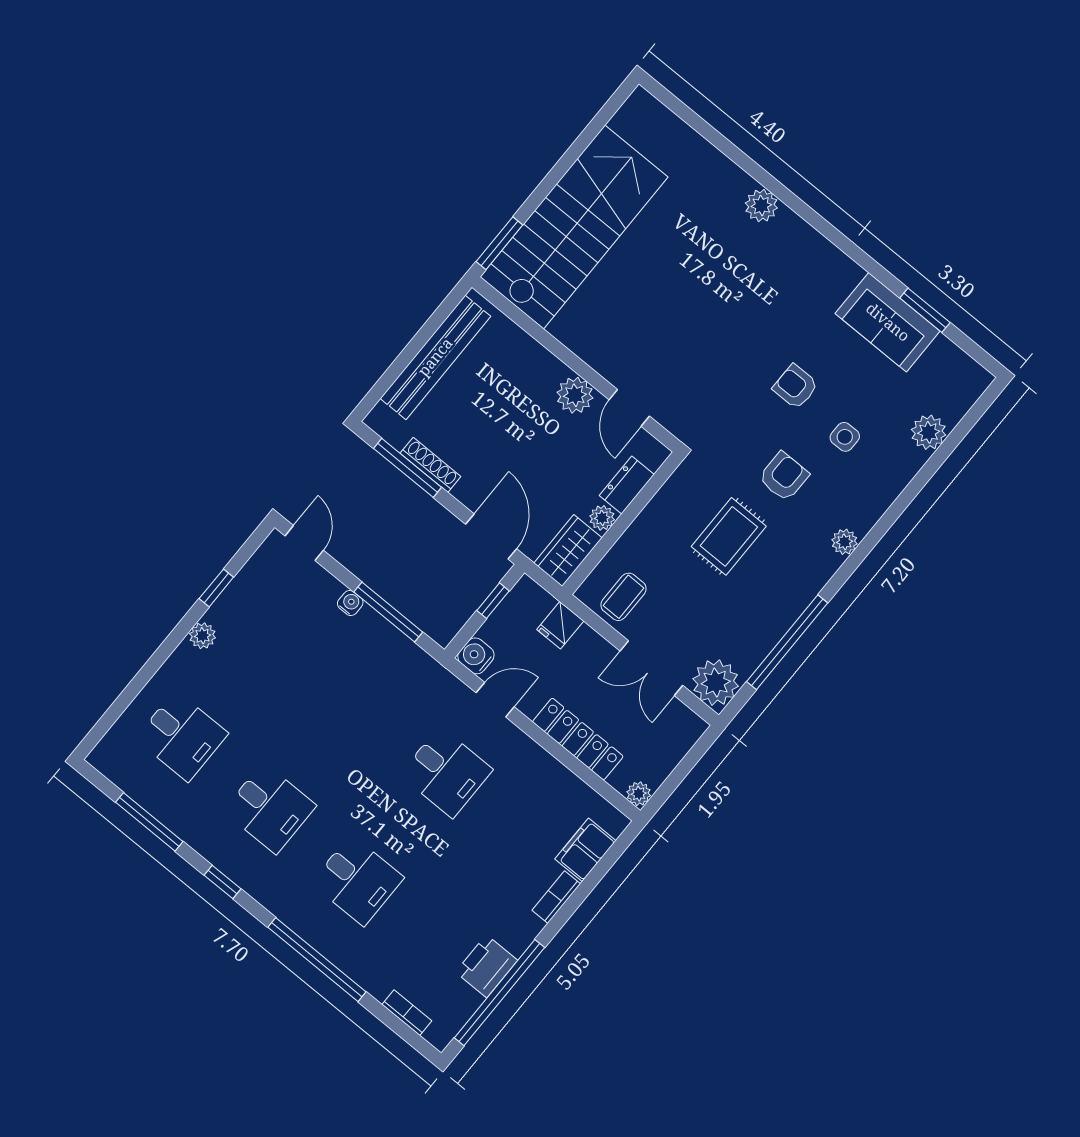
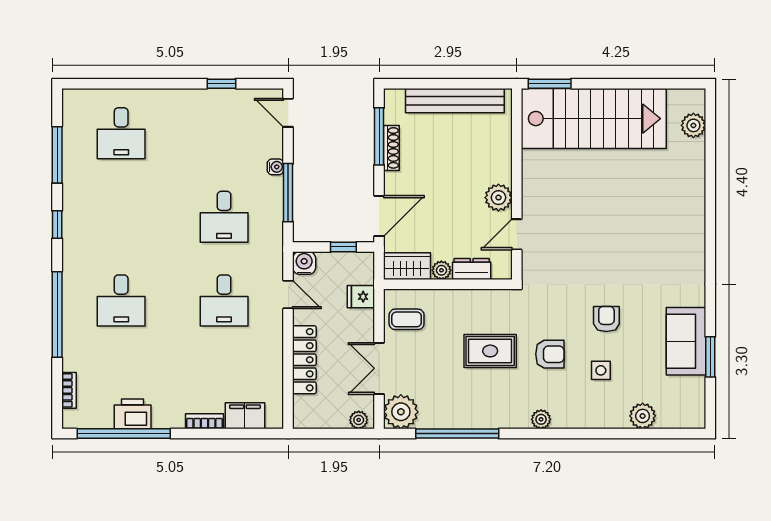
plant: (761, 206) -> (693, 125), moved
door: (304, 543) -> (288, 113), swing flipped
plant: (203, 636) -> (188, 98), removed
plant: (639, 794) -> (359, 420), moved
desk: (270, 808) -> (224, 217), moved

